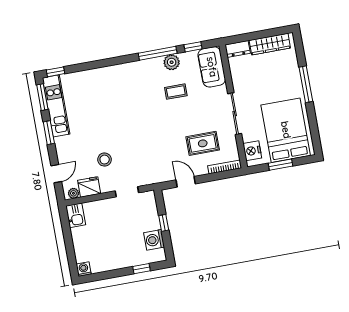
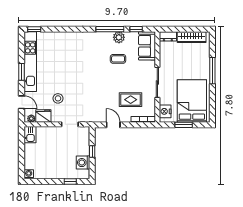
window: (42, 97) -> (21, 46), removed
kitchen unit: (56, 106) -> (30, 62), width x1.36
door: (56, 174) -> (21, 102), hinge flipped

